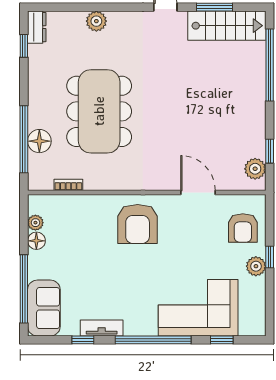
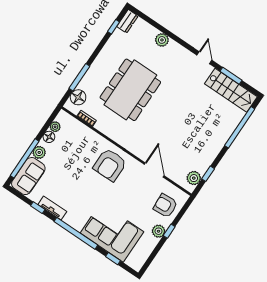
window: (24, 139) -> (79, 77), width x0.68
floor lamp: (39, 141) -> (78, 97), moved
armchair: (243, 228) -> (165, 206), turned 86
plant: (37, 269) -> (39, 152), added

